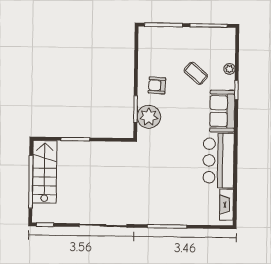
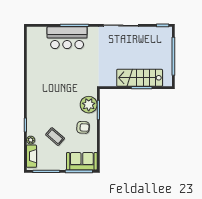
sofa: (222, 111) -> (82, 161), moved, turned -90
bar counter: (219, 161) -> (67, 38), moved, turned 90
stairs: (45, 172) -> (140, 78), moved, turned 90
fireplace: (226, 205) -> (31, 156), moved

